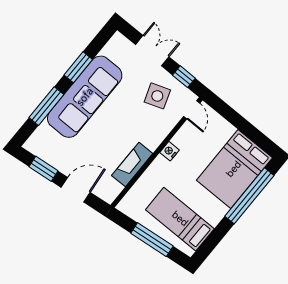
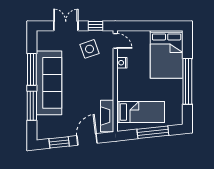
window: (78, 67) -> (32, 69), width x1.44
nightstand: (169, 151) -> (122, 63), moved
fireplace: (132, 165) -> (107, 116), moved
window: (249, 196) -> (187, 81), moved
bed: (180, 219) -> (141, 112), moved, turned 180

